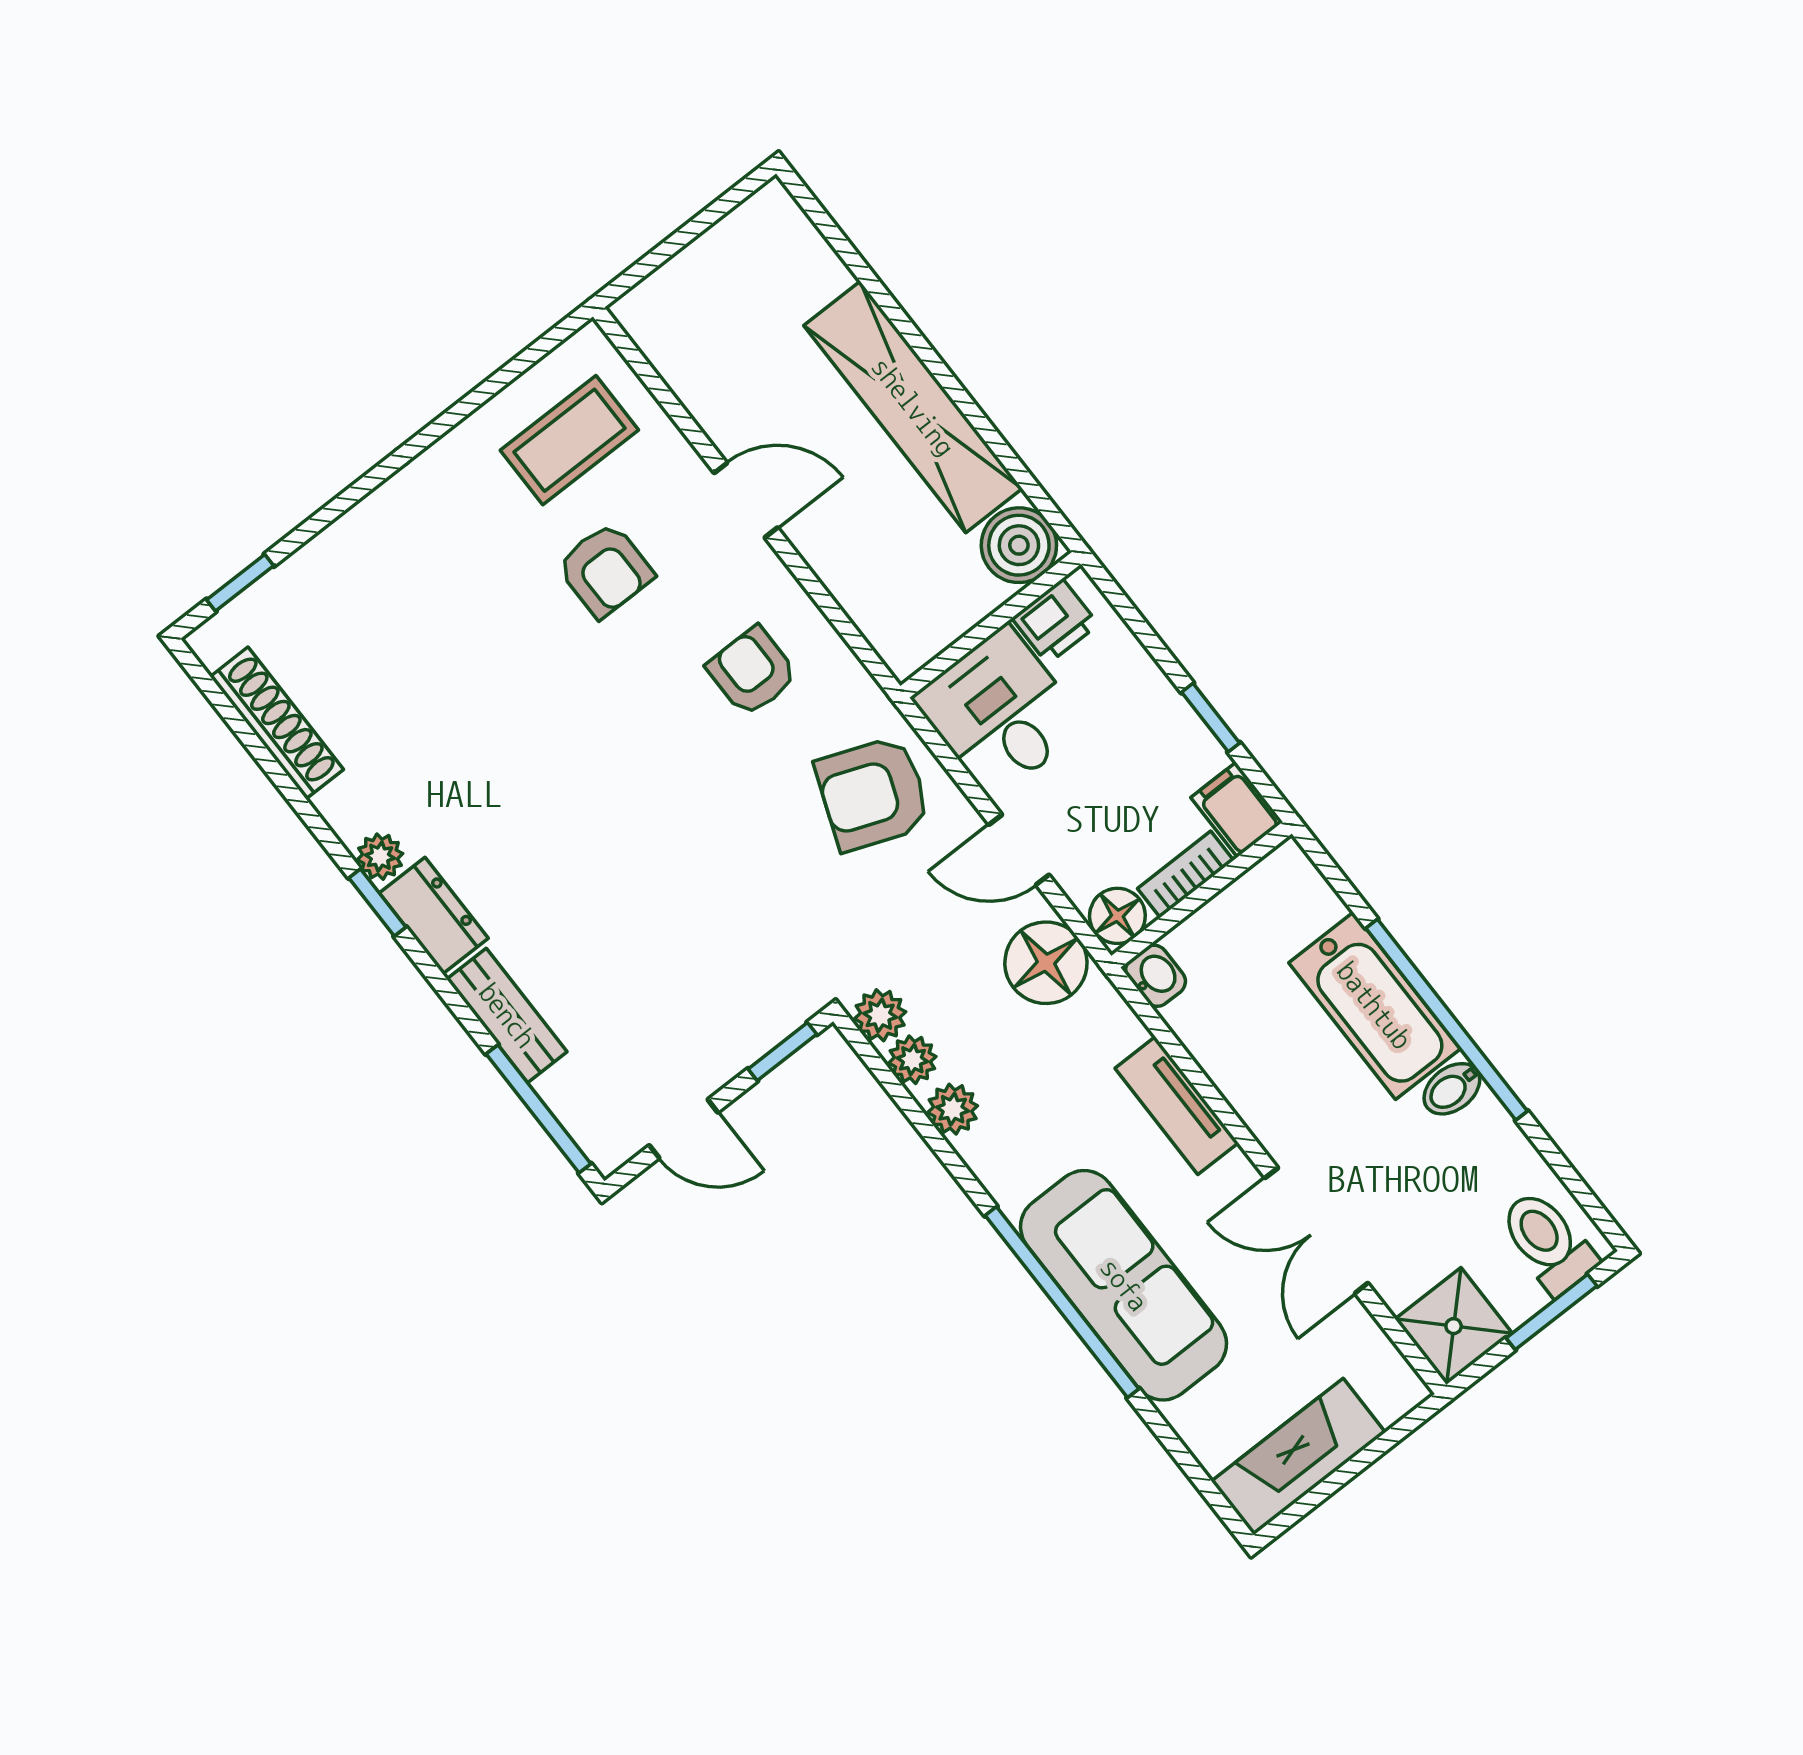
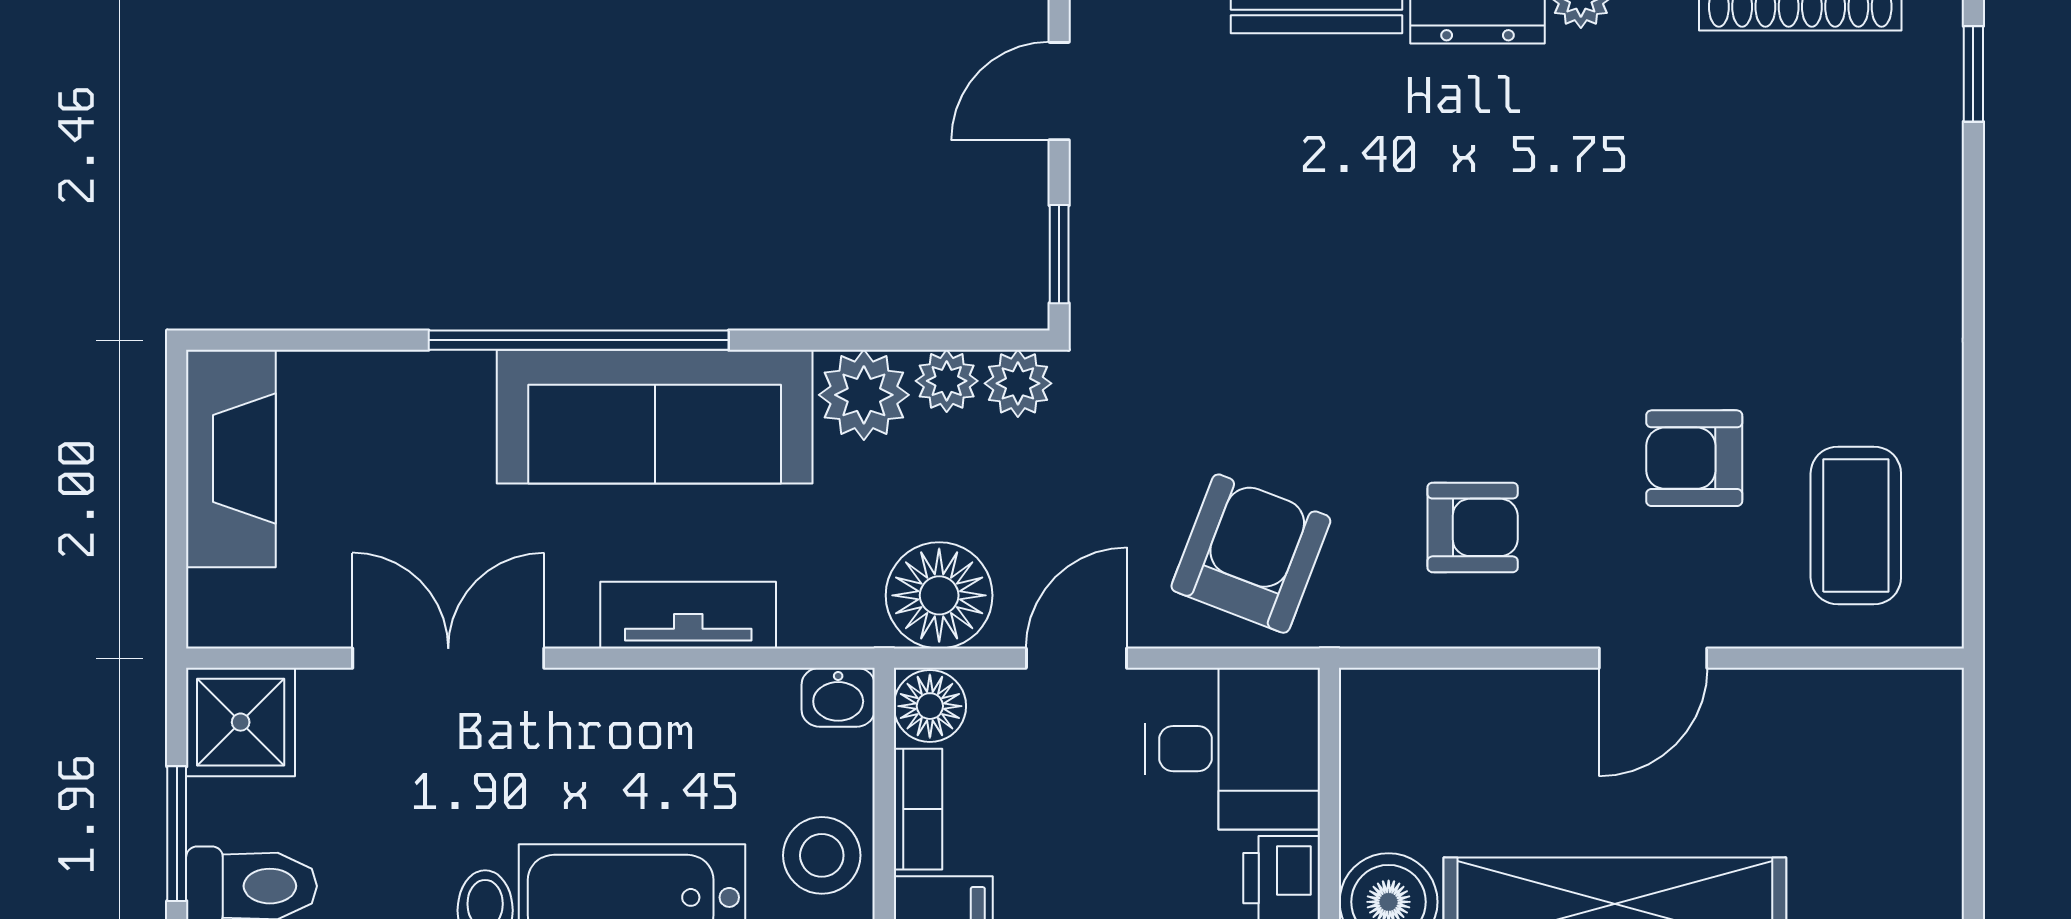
stool: (1259, 911) -> (822, 855), added
plant: (953, 1109) -> (864, 395), width x1.38, depth x1.38
sofa: (1124, 1285) -> (655, 417), moved

